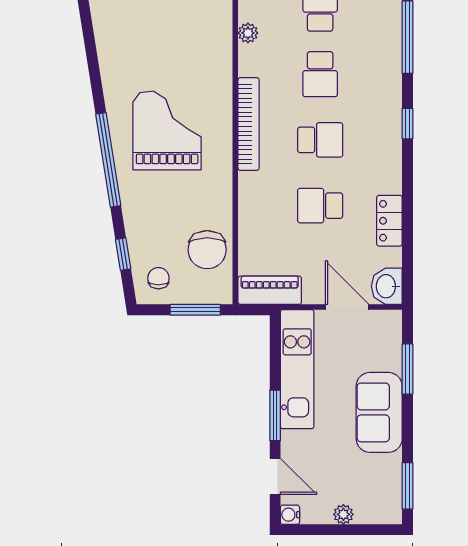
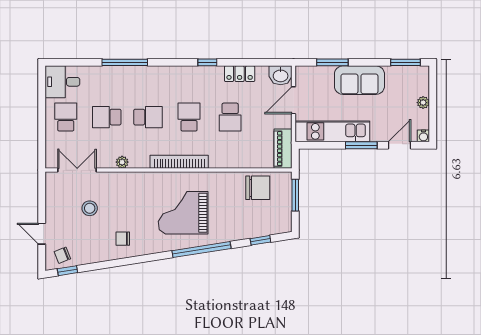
window: (408, 124) -> (207, 62), moved
chair: (158, 278) -> (123, 239), moved

